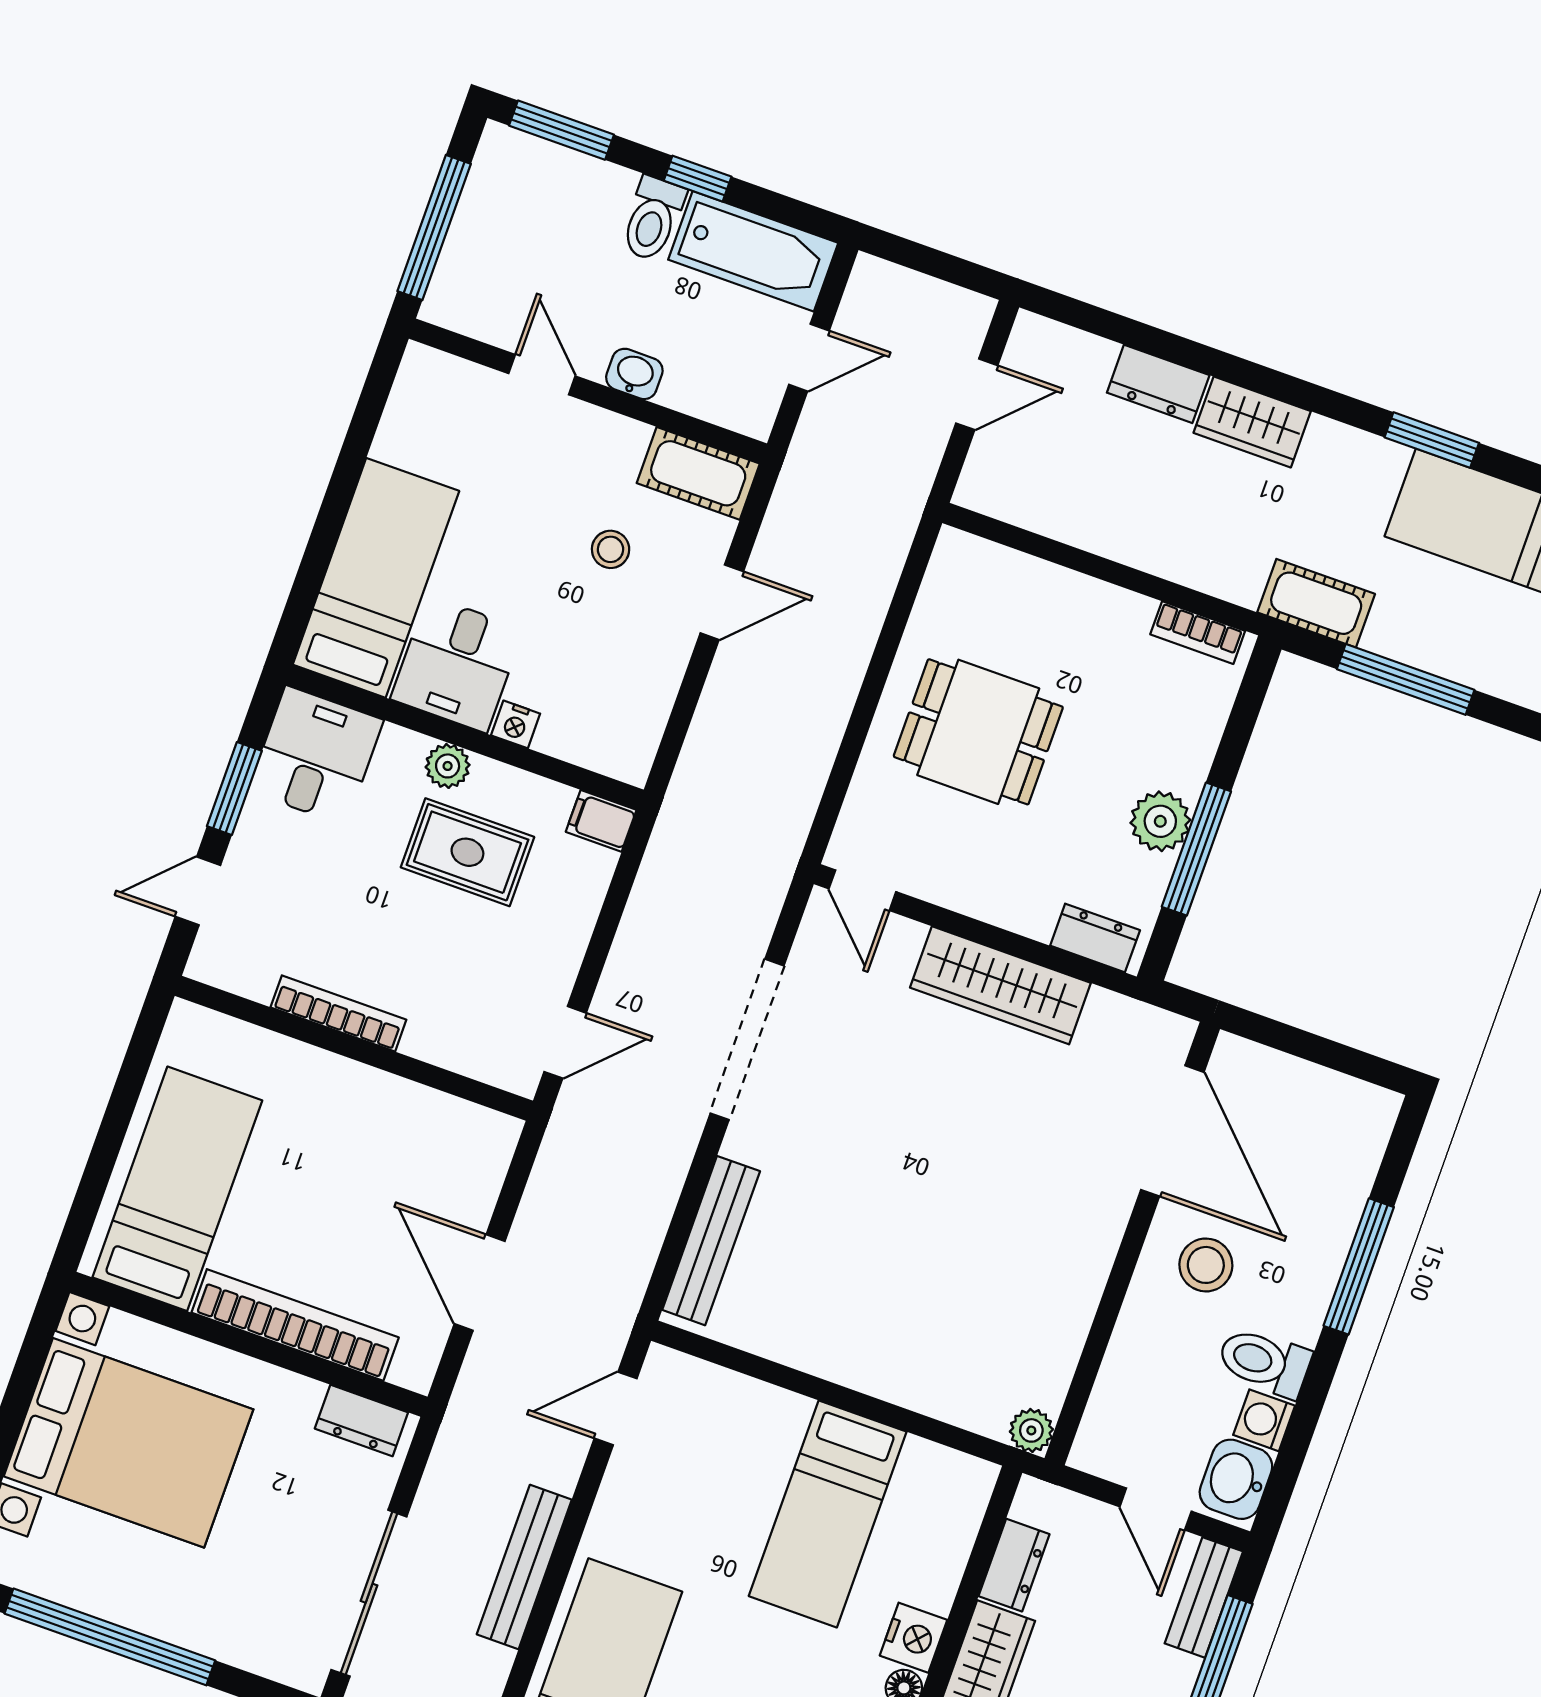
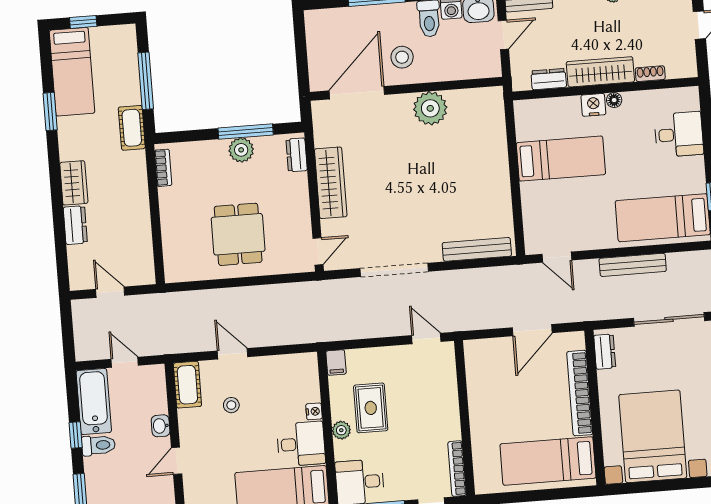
bookcase: (338, 1013) -> (457, 469), moved
plant: (1031, 1430) -> (430, 108), moved, width x1.88, depth x1.88

